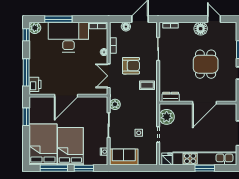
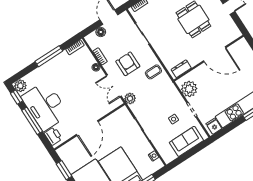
window: (58, 19) -> (49, 56), moved
desk: (68, 37) -> (45, 106), moved, turned -90
armchair: (131, 66) -> (128, 64), turned -90
window: (26, 72) -> (32, 121), moved
door: (204, 103) -> (215, 54), hinge flipped
plant: (115, 104) -> (130, 98), moved
sofa: (124, 157) -> (186, 141), moved

